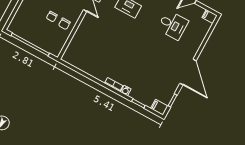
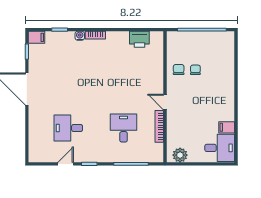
filing cabinet: (210, 17) -> (36, 157), removed
printer: (82, 63) -> (139, 39), added

